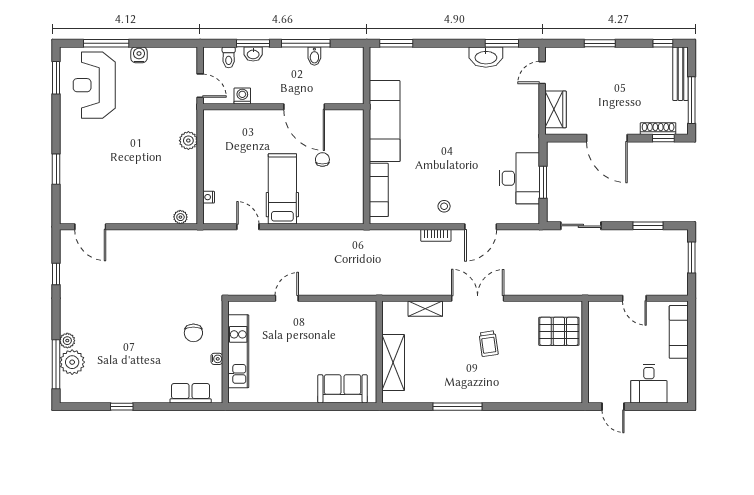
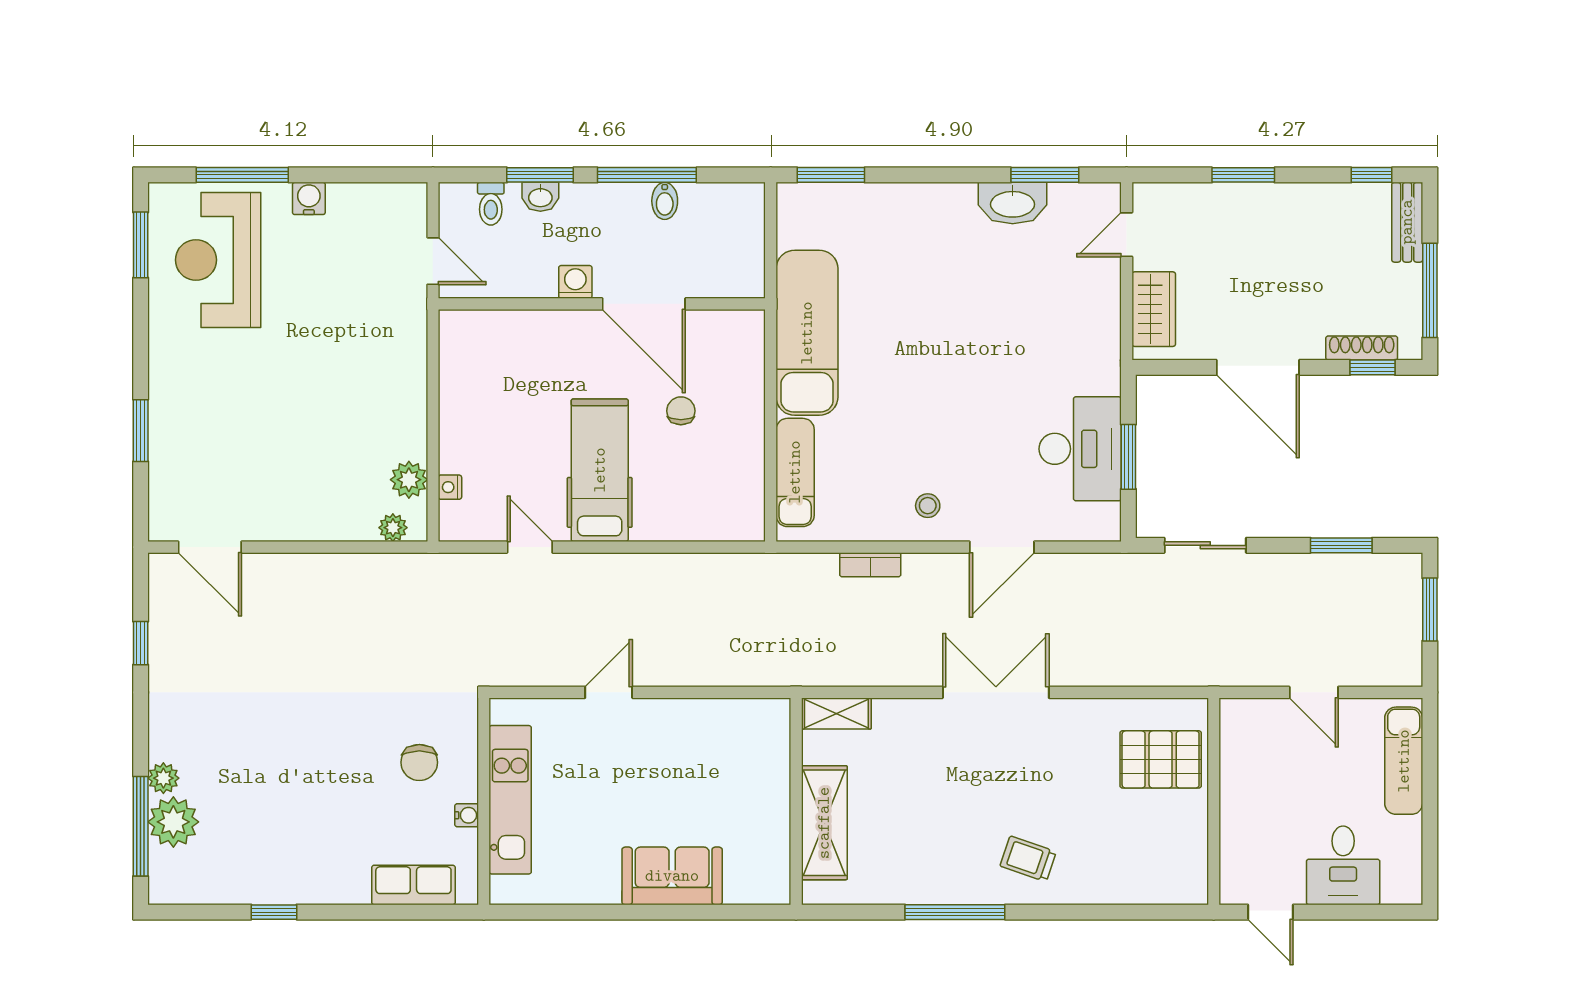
bench: (680, 74) -> (1407, 222), width x0.73
washing machine: (242, 96) -> (575, 282), moved
plant: (188, 141) -> (409, 480), moved
bookcase: (436, 235) -> (870, 565), moved
shelving: (425, 309) -> (836, 713), moved
trolley: (489, 344) -> (1028, 859), moved, turned 117
sofa: (343, 389) -> (672, 876), moved

